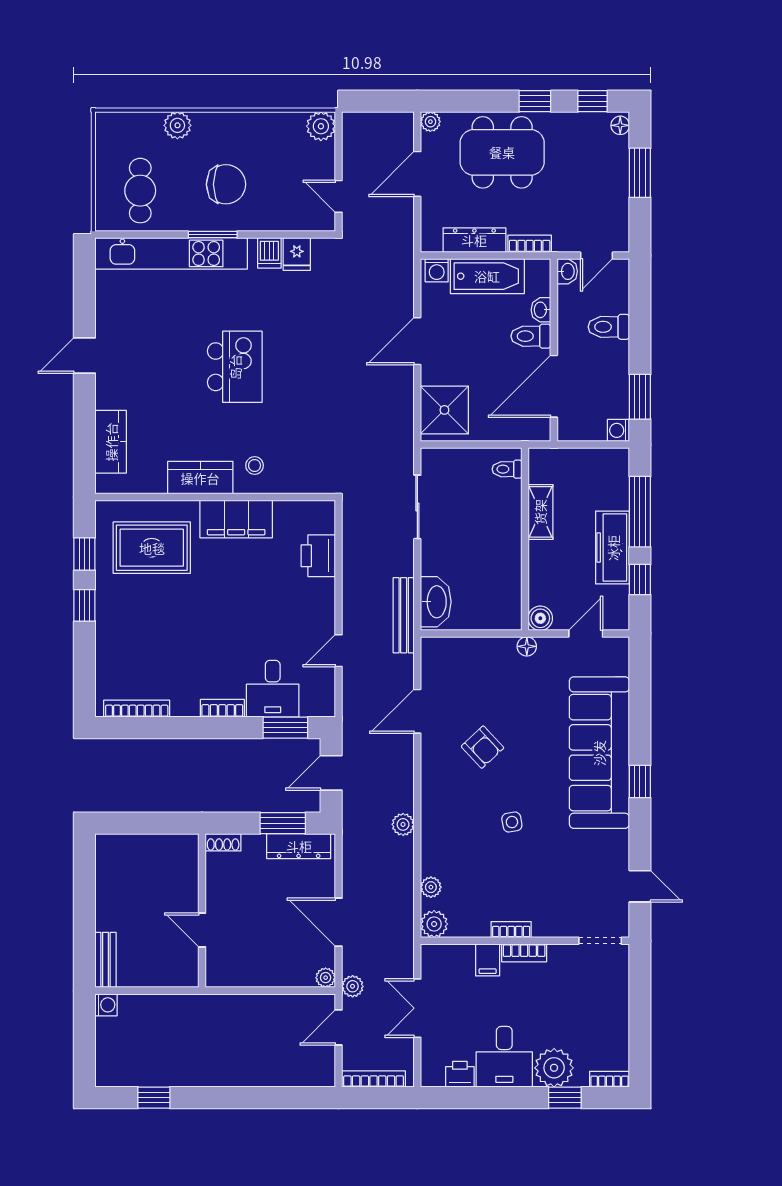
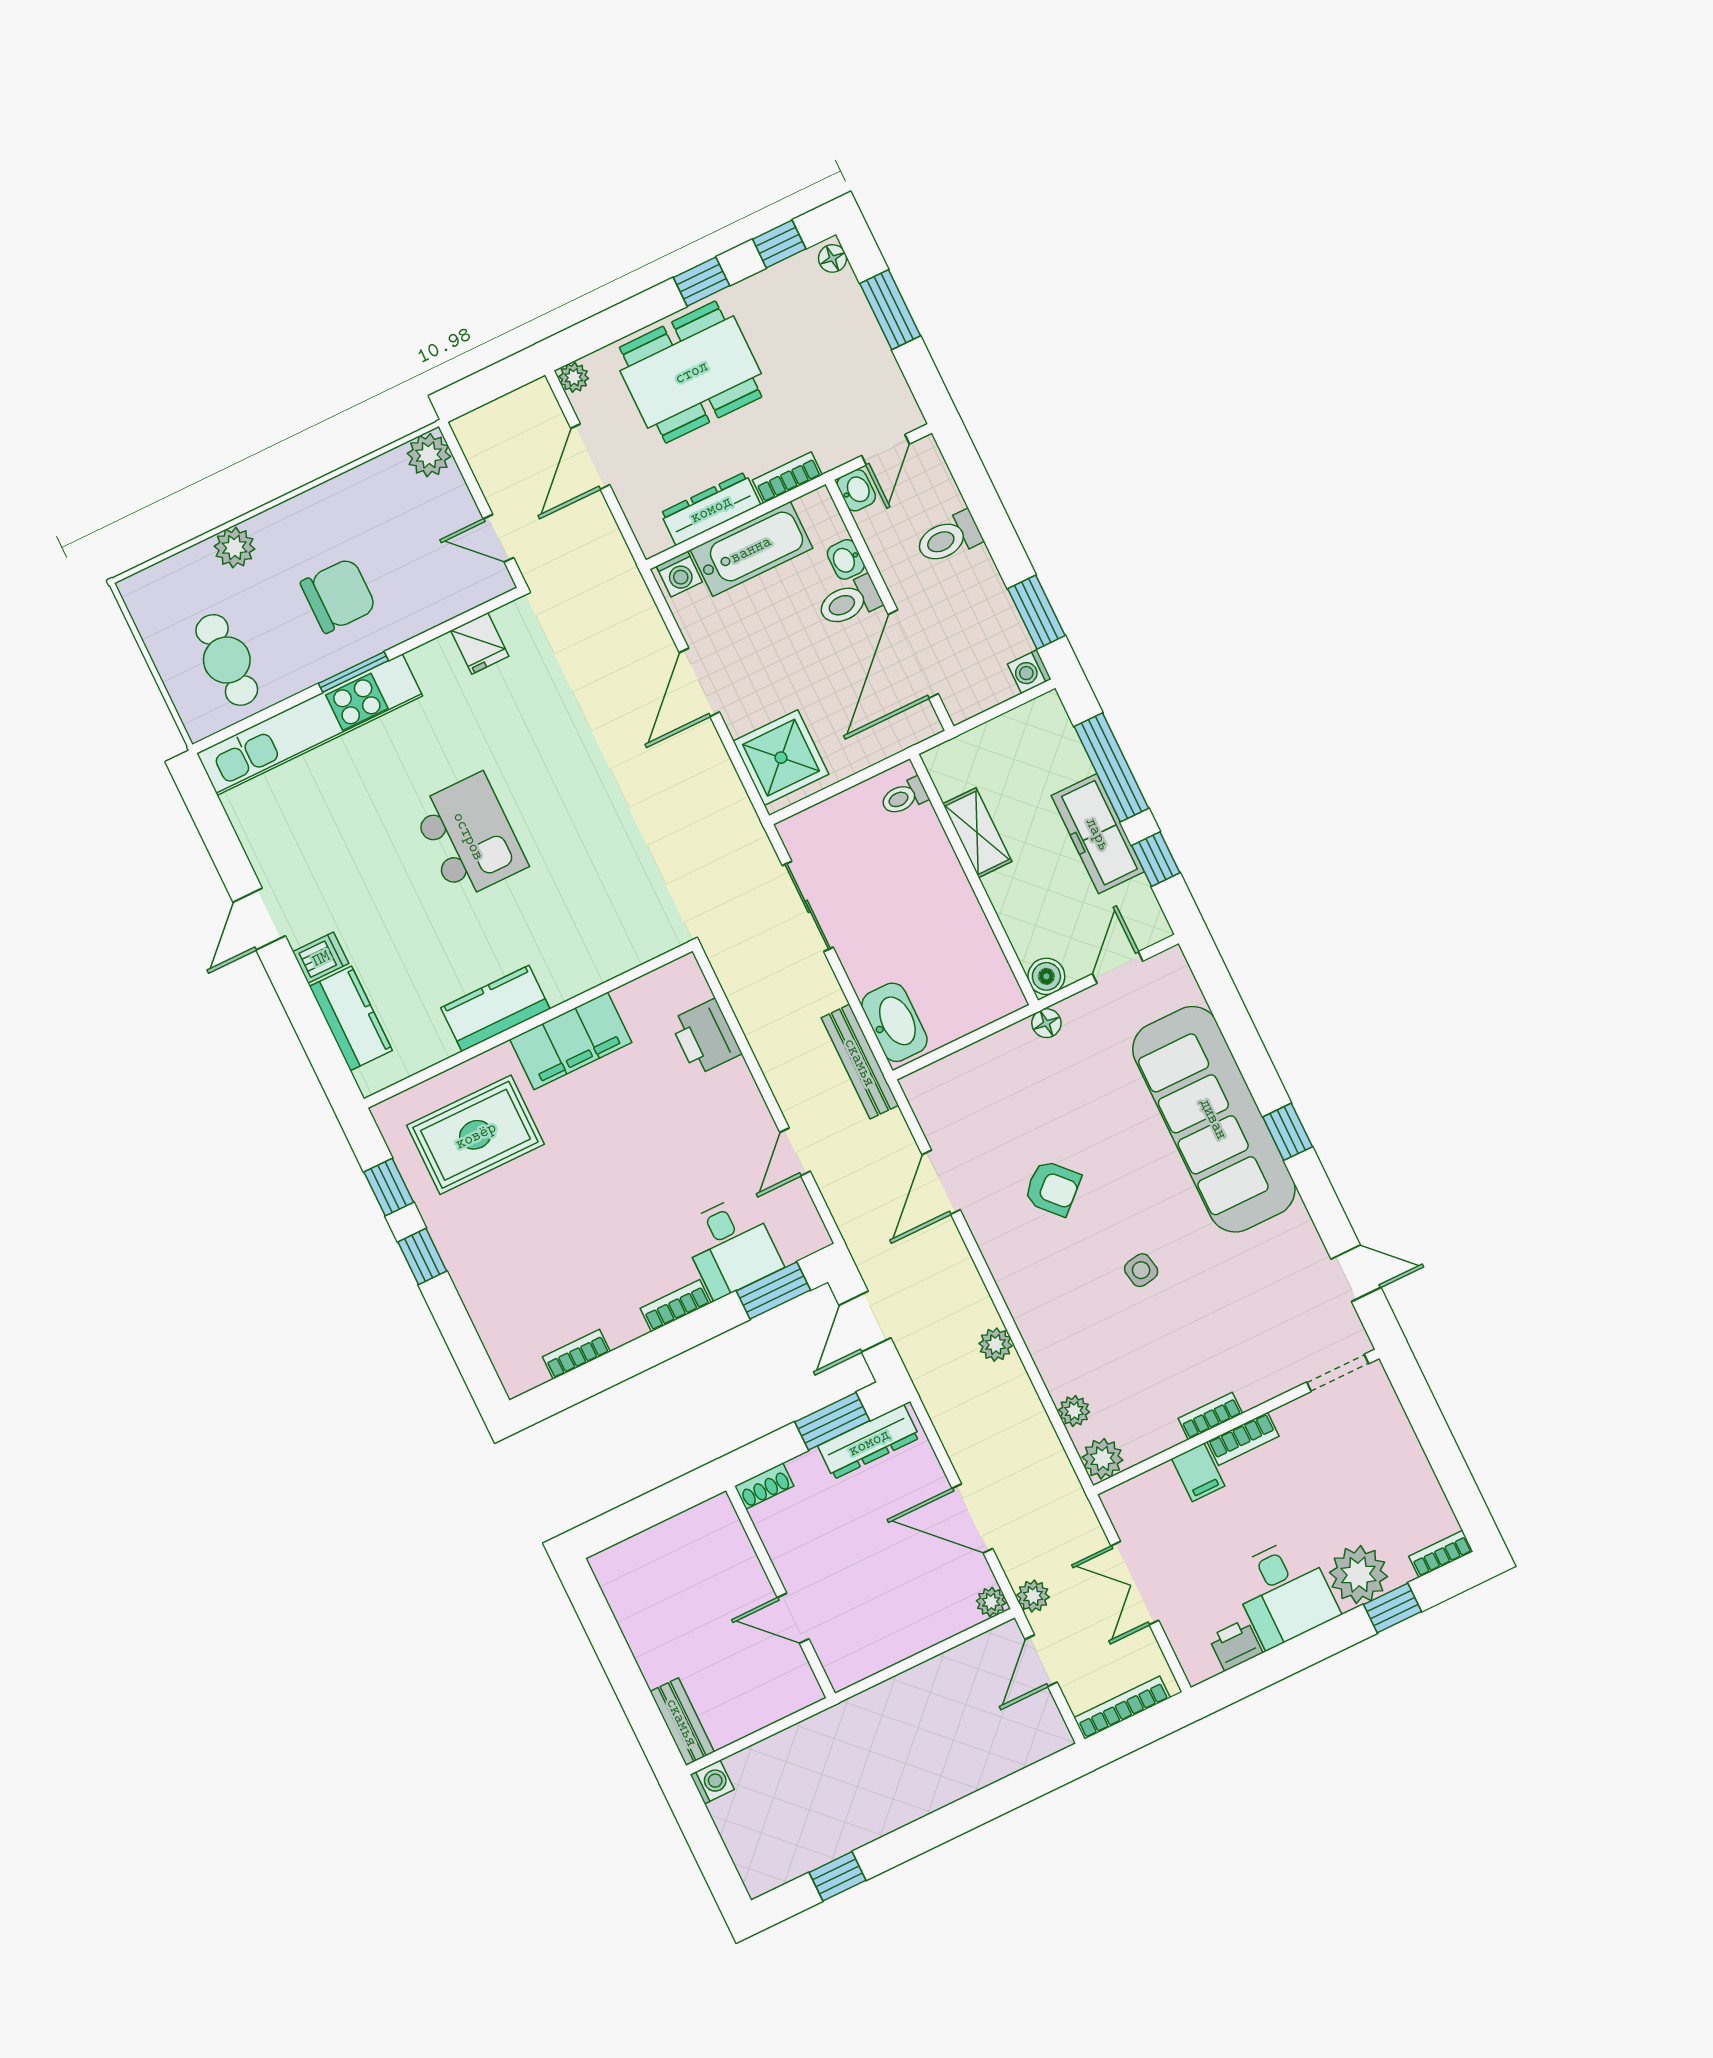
dishwasher: (269, 253) -> (321, 958), moved, turned -90
stool: (255, 465) -> (561, 957), removed
bookcase: (137, 709) -> (576, 1354), width x0.64

